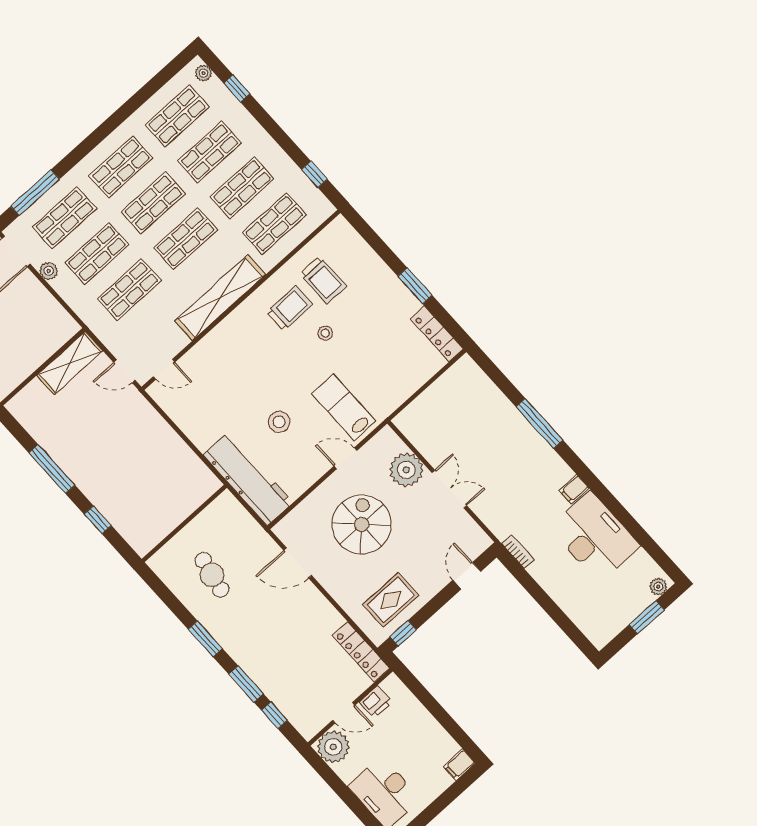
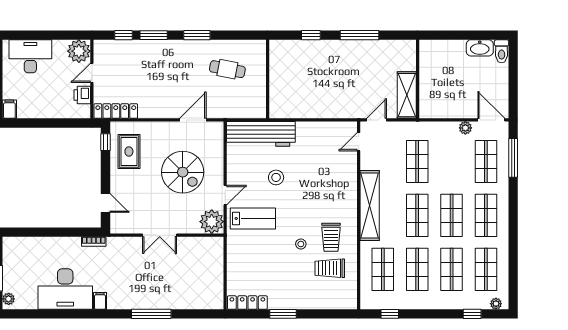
shop shelf: (97, 254) -> (452, 161), removed
plant: (406, 470) -> (212, 222), moved

